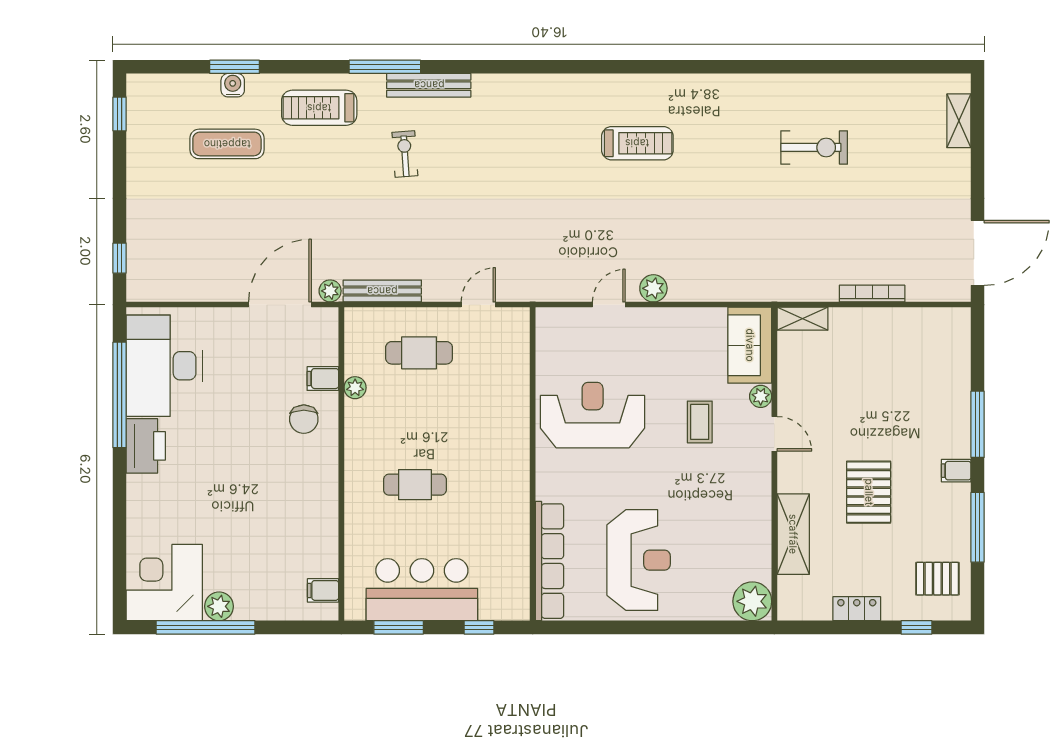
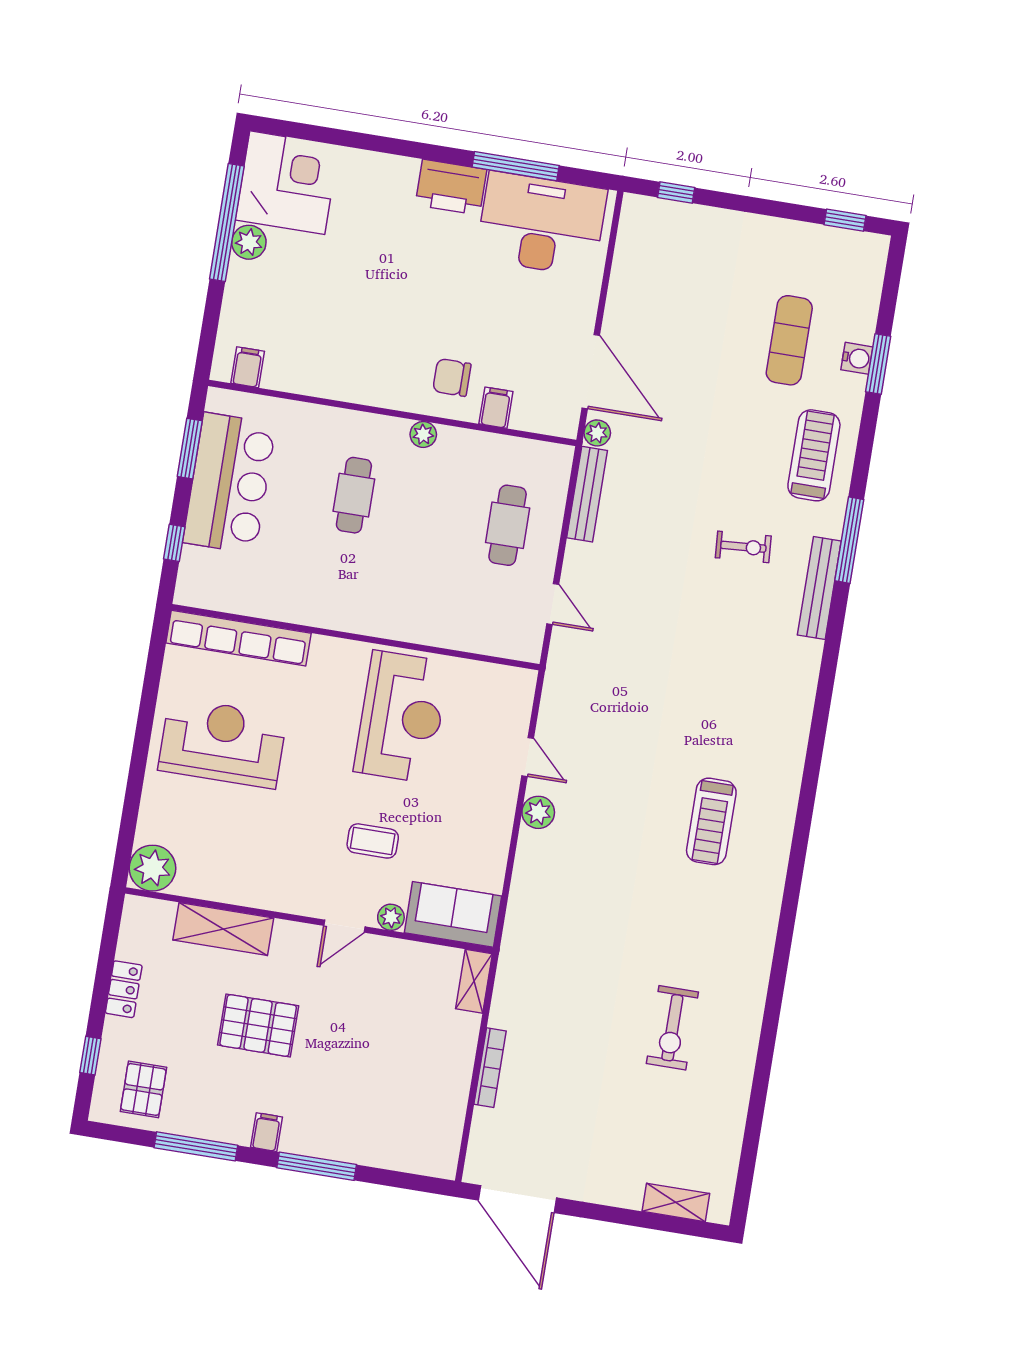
plant: (355, 388) -> (423, 434), moved
window: (120, 395) -> (516, 166), width x0.68
reception desk: (639, 560) -> (223, 743), turned 180

